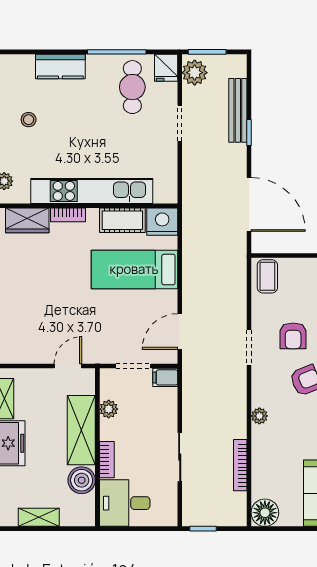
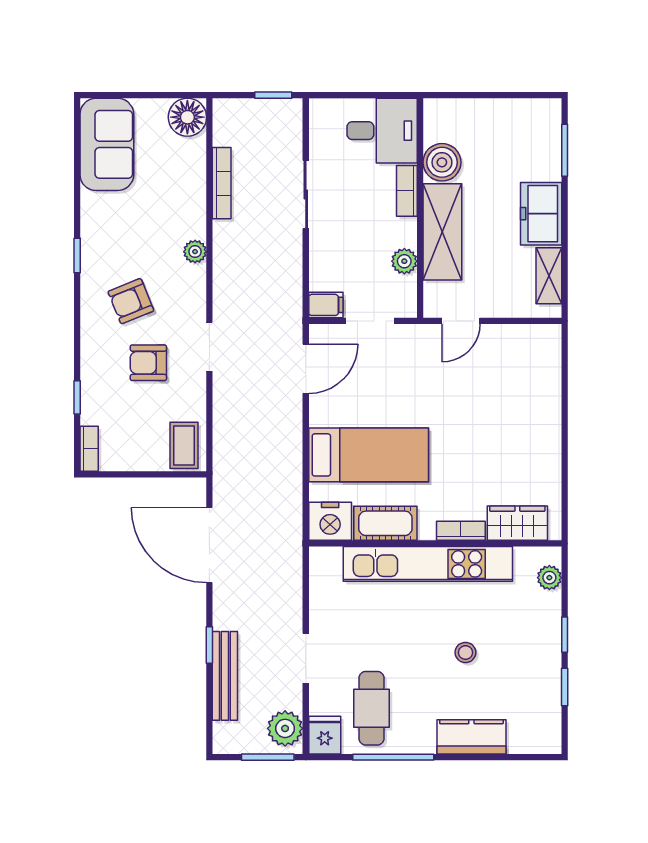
stool: (29, 120) -> (465, 652), moved
armchair: (293, 336) -> (148, 363), turned -90
shelving: (39, 517) -> (501, 111), removed

